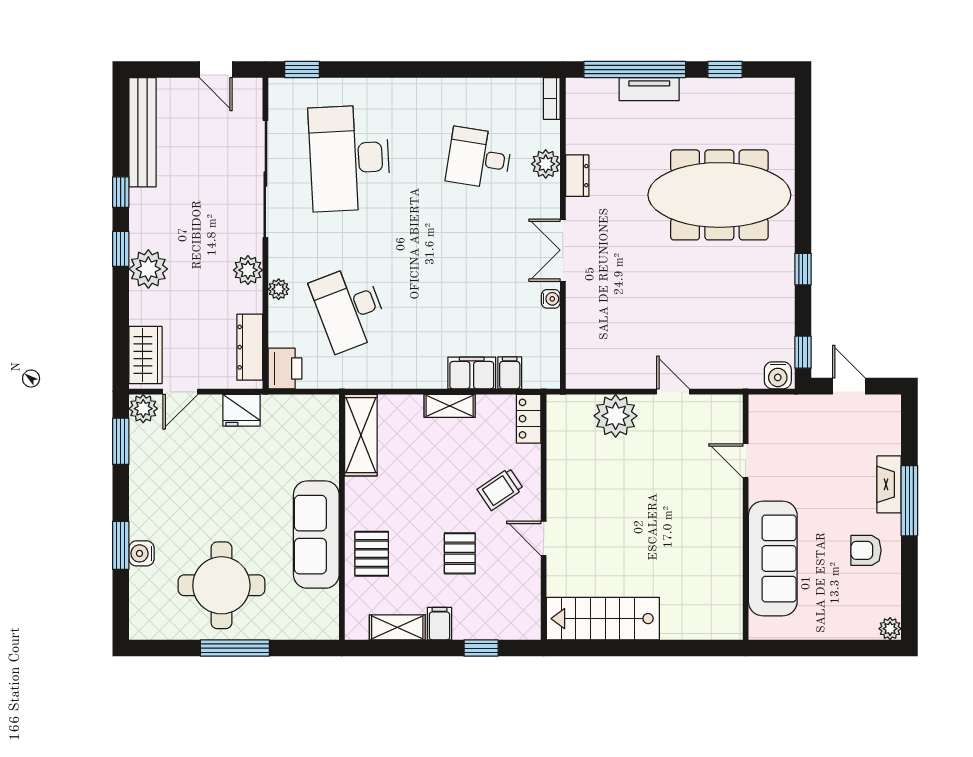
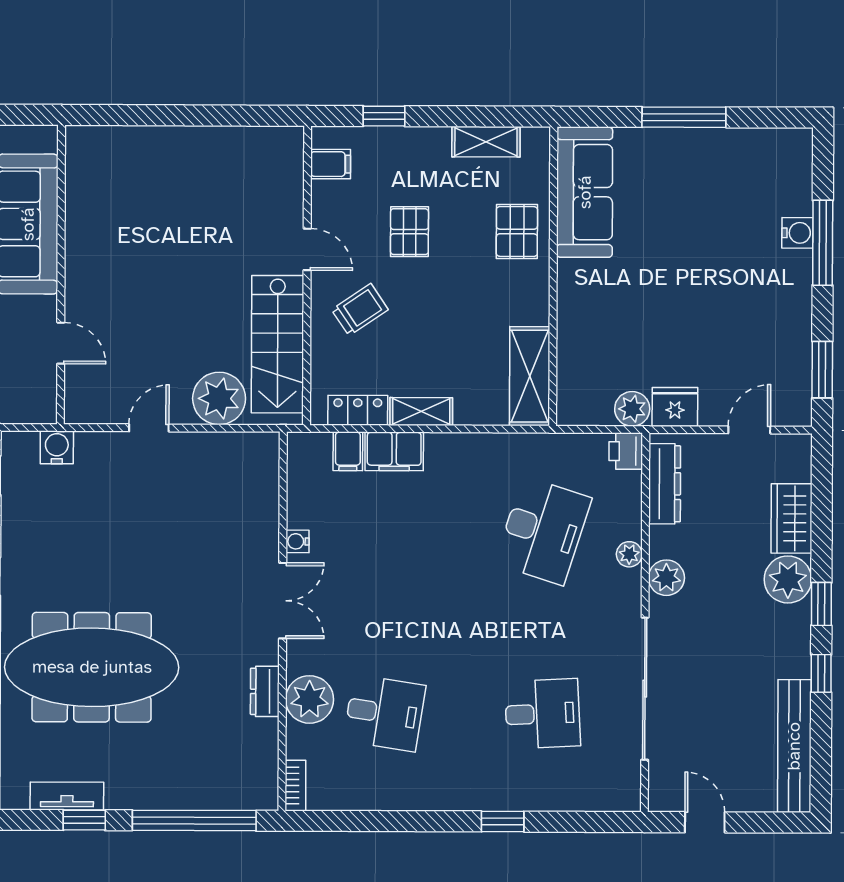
window: (302, 70) -> (503, 822), moved
tv unit: (649, 89) -> (67, 796), moved
desk: (349, 158) -> (543, 714), width x0.53, depth x0.77
plant: (546, 164) -> (310, 699), width x1.36, depth x1.36
desk: (349, 308) -> (543, 531), turned 39
wardrobe: (145, 355) -> (792, 518), moved
printer: (285, 368) -> (626, 451), width x0.73, depth x0.81
water cooler: (778, 375) -> (57, 447), moved
door: (673, 392) -> (149, 428), swing flipped
plant: (143, 409) -> (632, 409), moved
locker: (529, 419) -> (358, 410), moved, turned -90
sofa: (316, 535) -> (585, 192), moved
window: (121, 545) -> (823, 243), width x1.44
round table: (221, 585) -> (700, 194), removed
stairs: (603, 619) -> (278, 344), moved, turned 90
filing cabinet: (440, 624) -> (331, 164), moved, turned -90

